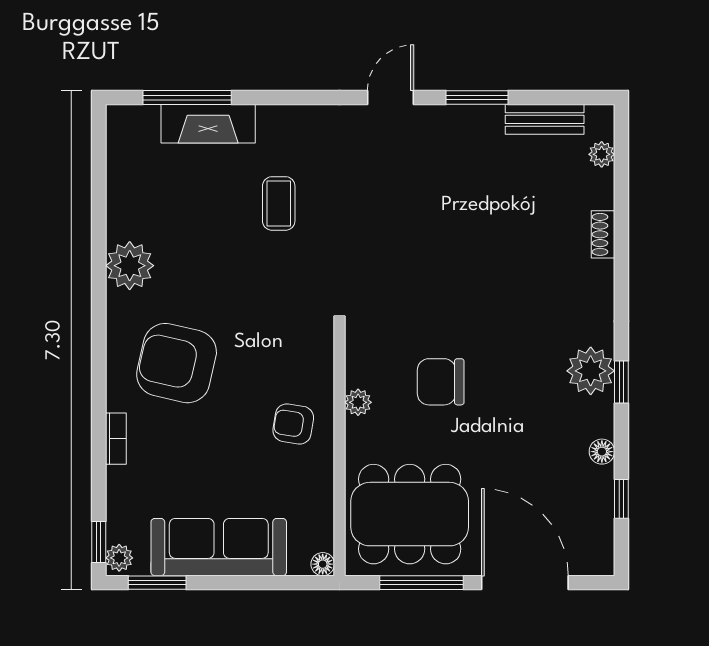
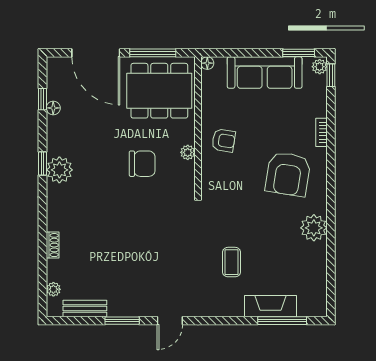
armchair: (177, 363) -> (288, 174), turned 86
floor lamp: (602, 452) -> (53, 108), moved

